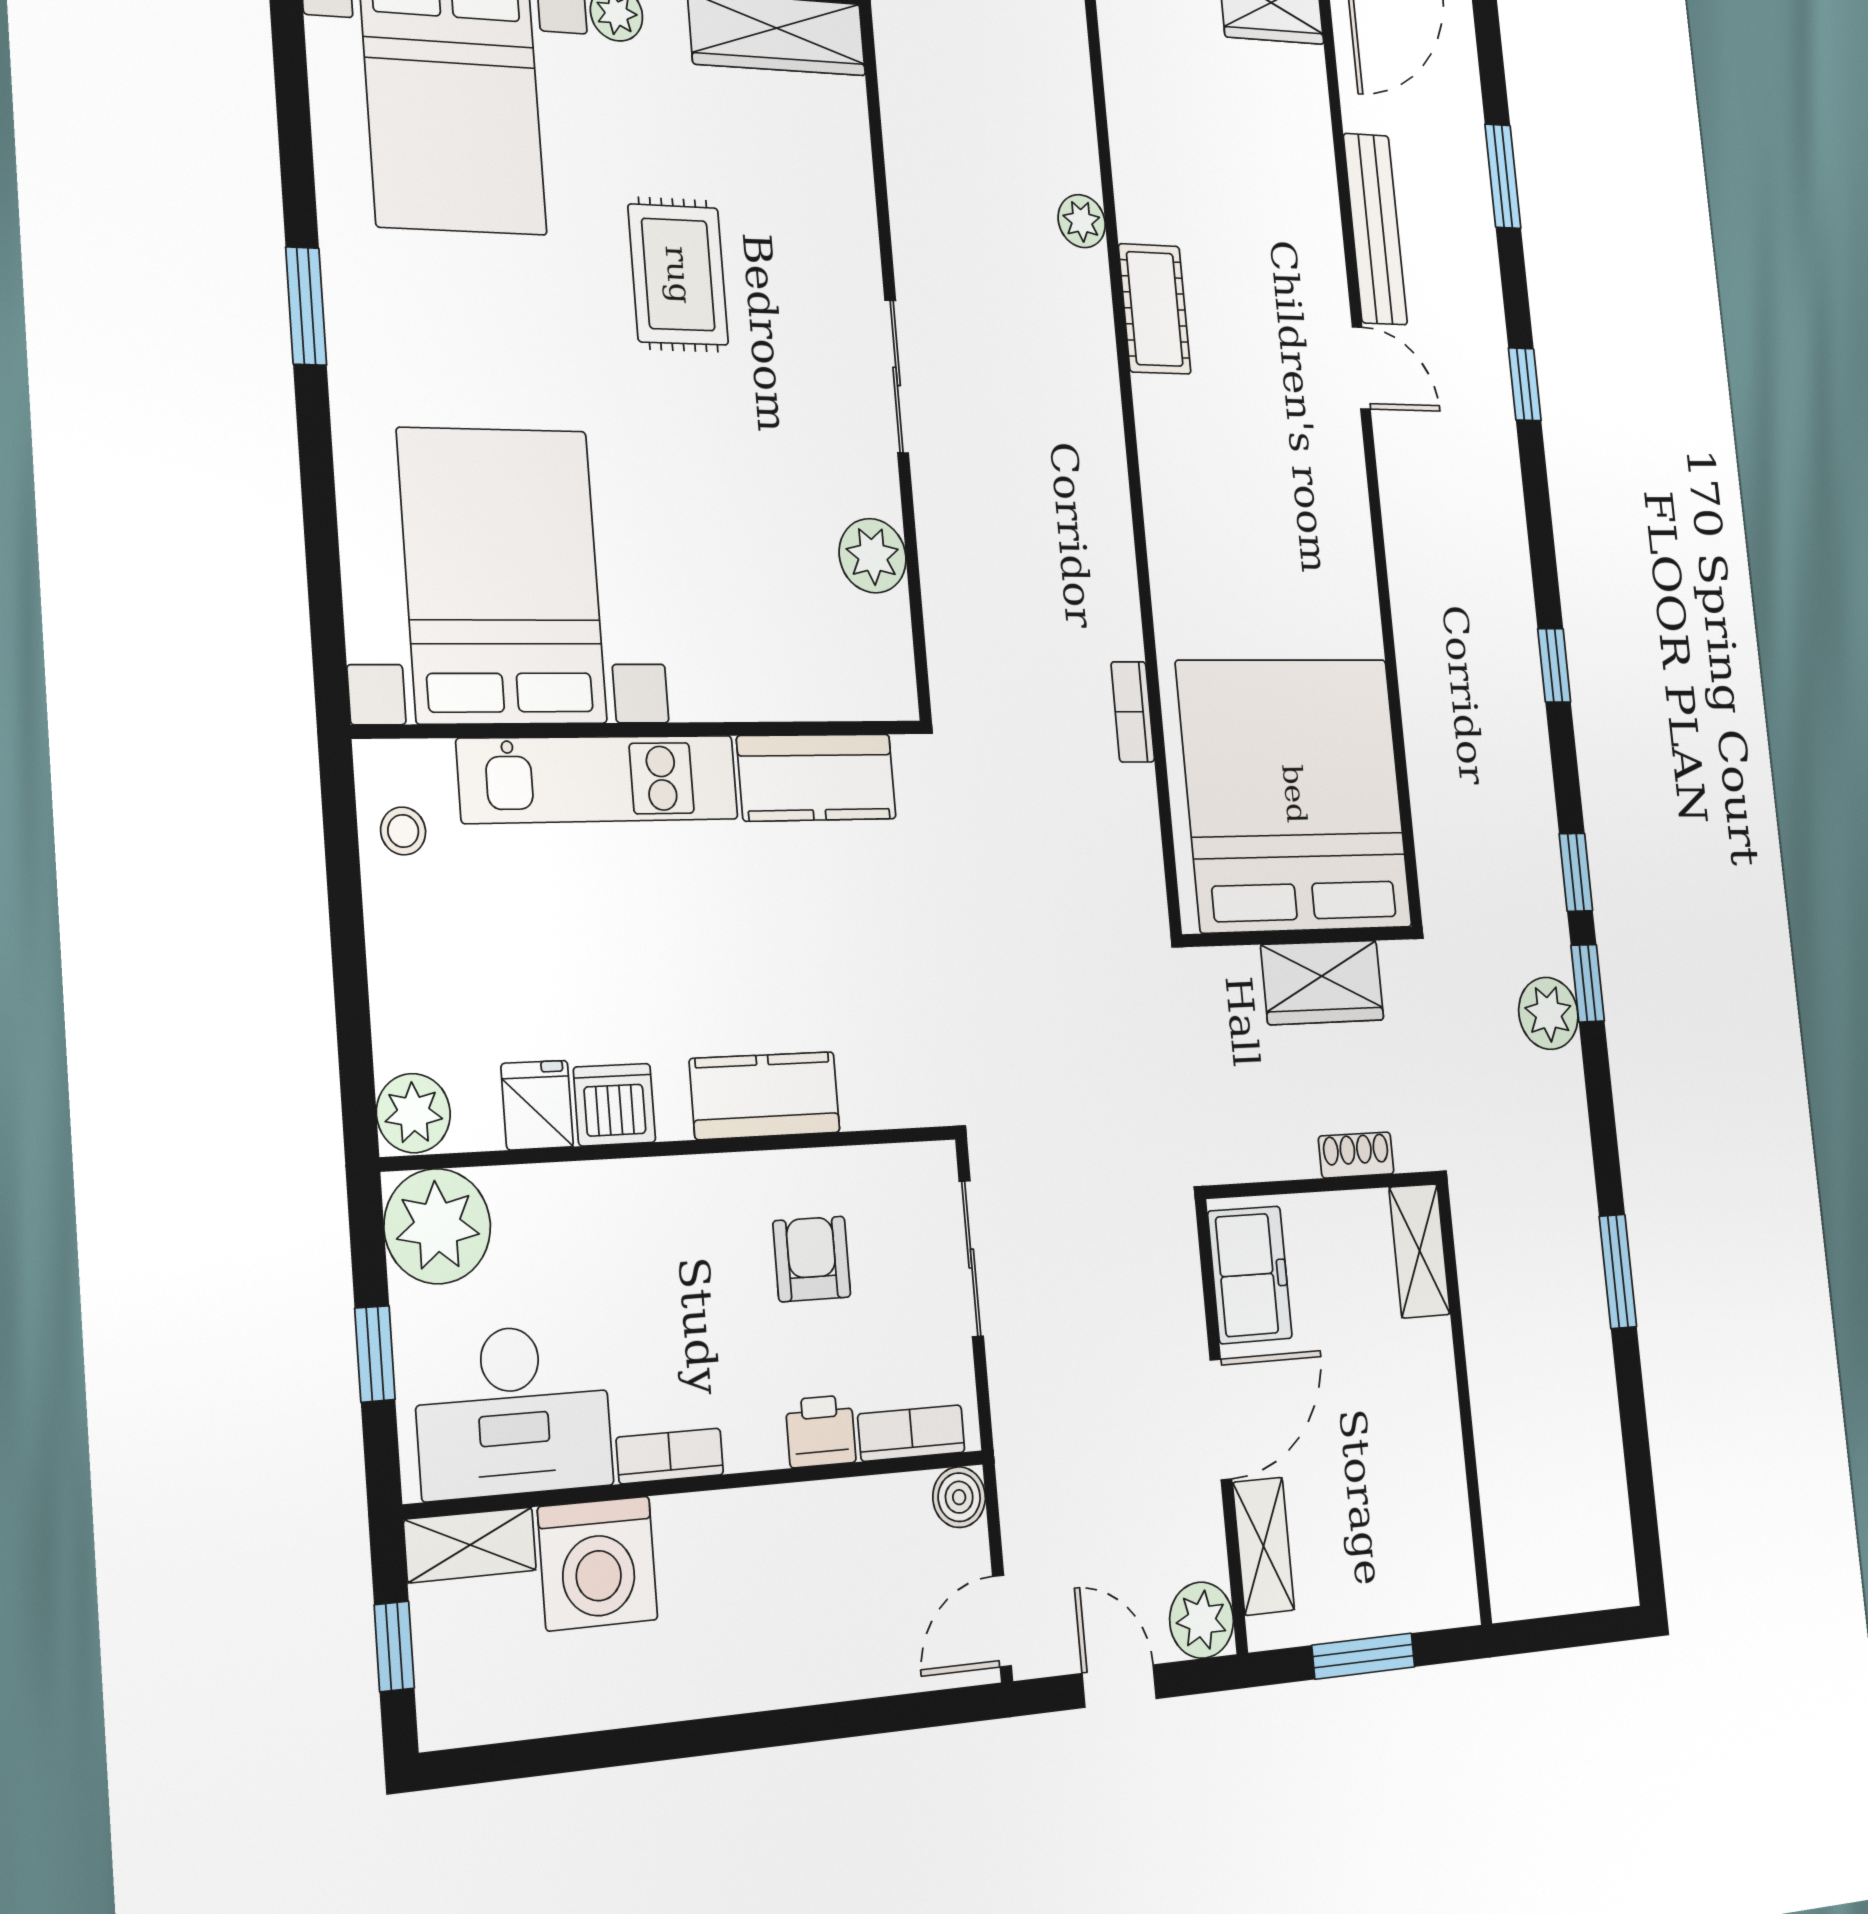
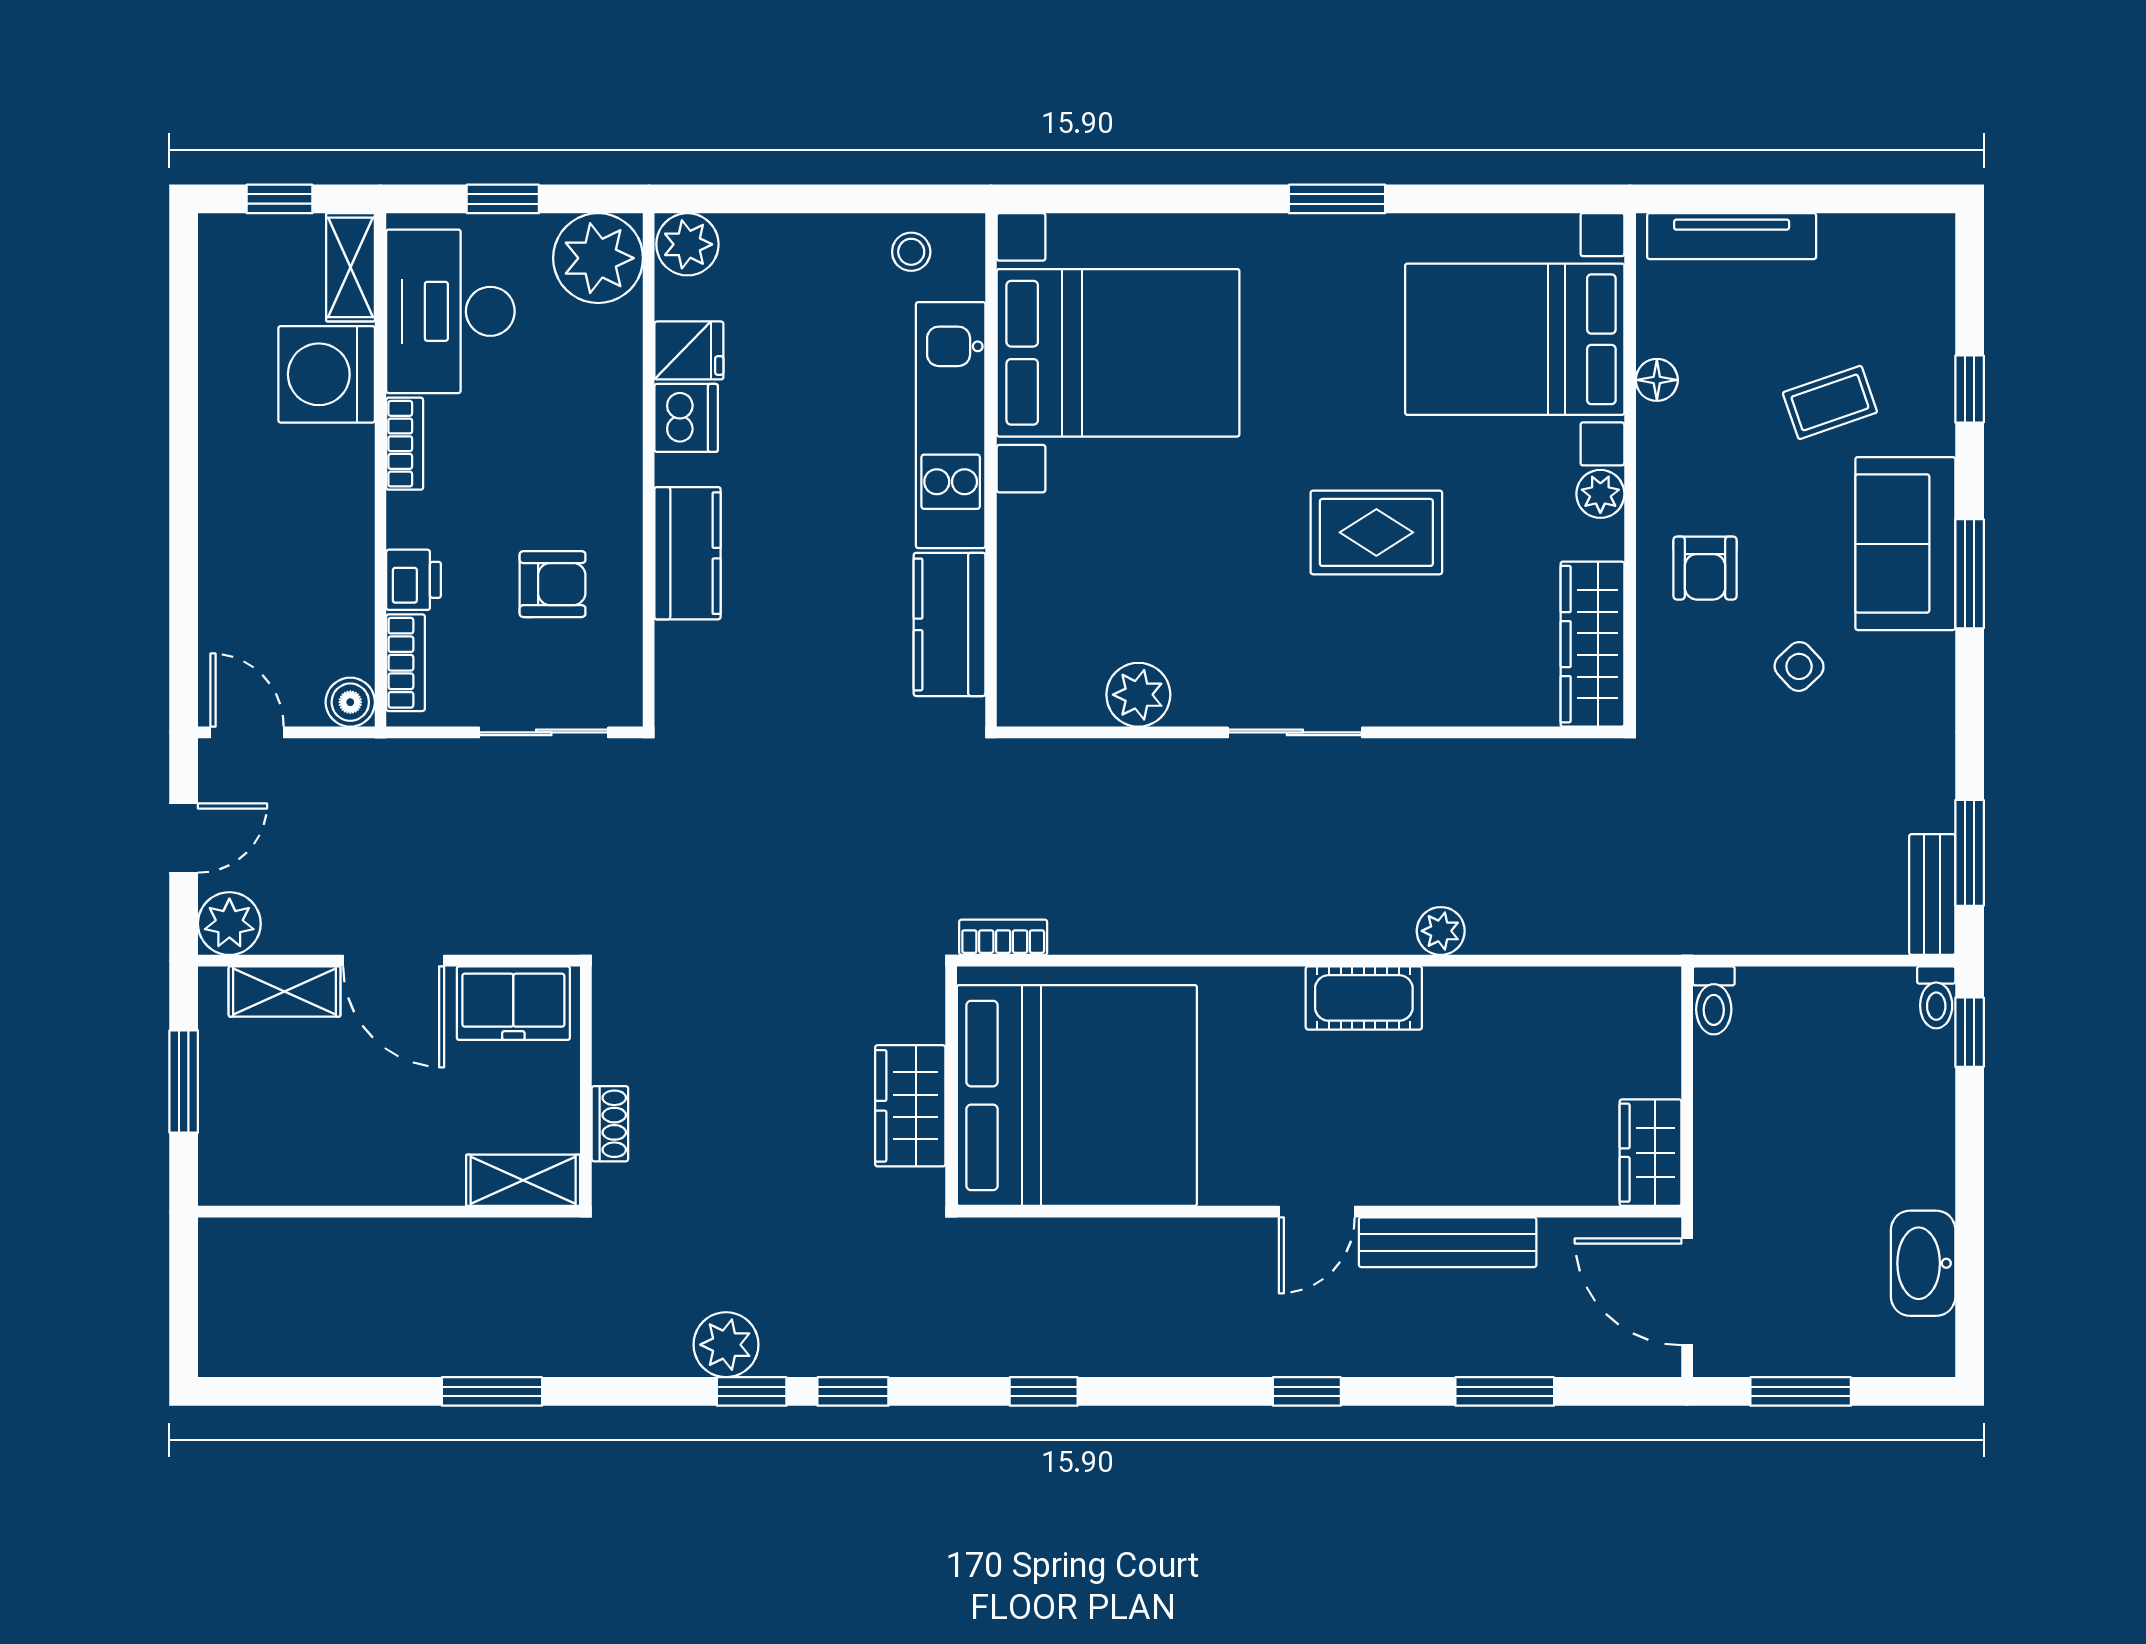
bed: (1294, 794) -> (1077, 1095), moved
wall: (1299, 937) -> (951, 1086), moved
wardrobe: (1322, 982) -> (910, 1106), moved

